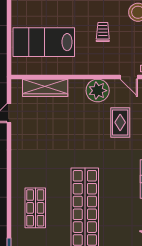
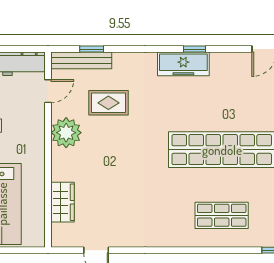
wardrobe: (45, 88) -> (62, 202), width x0.67

